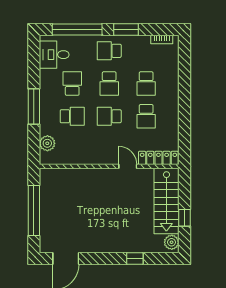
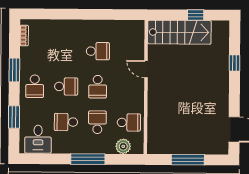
window: (77, 30) -> (14, 117), width x0.47
school desk: (146, 84) -> (129, 122), moved
locker: (158, 158) -> (138, 40), removed
door: (128, 166) -> (146, 69), hinge flipped
window: (34, 211) -> (188, 160), width x0.68
plant: (172, 242) -> (219, 28), removed

